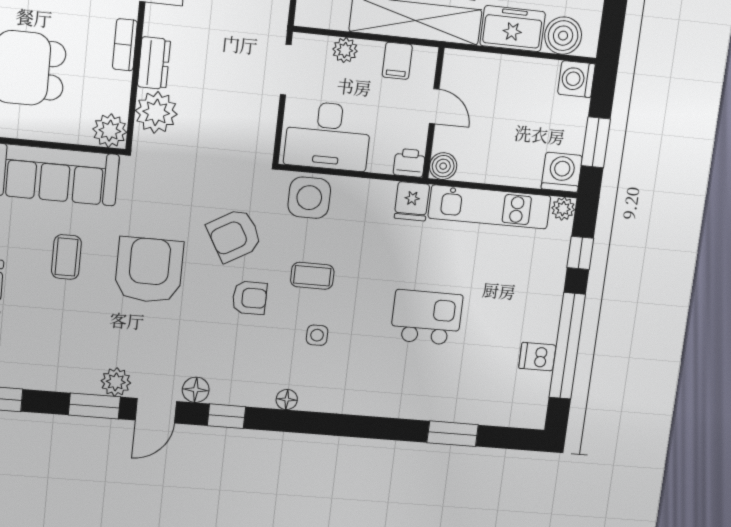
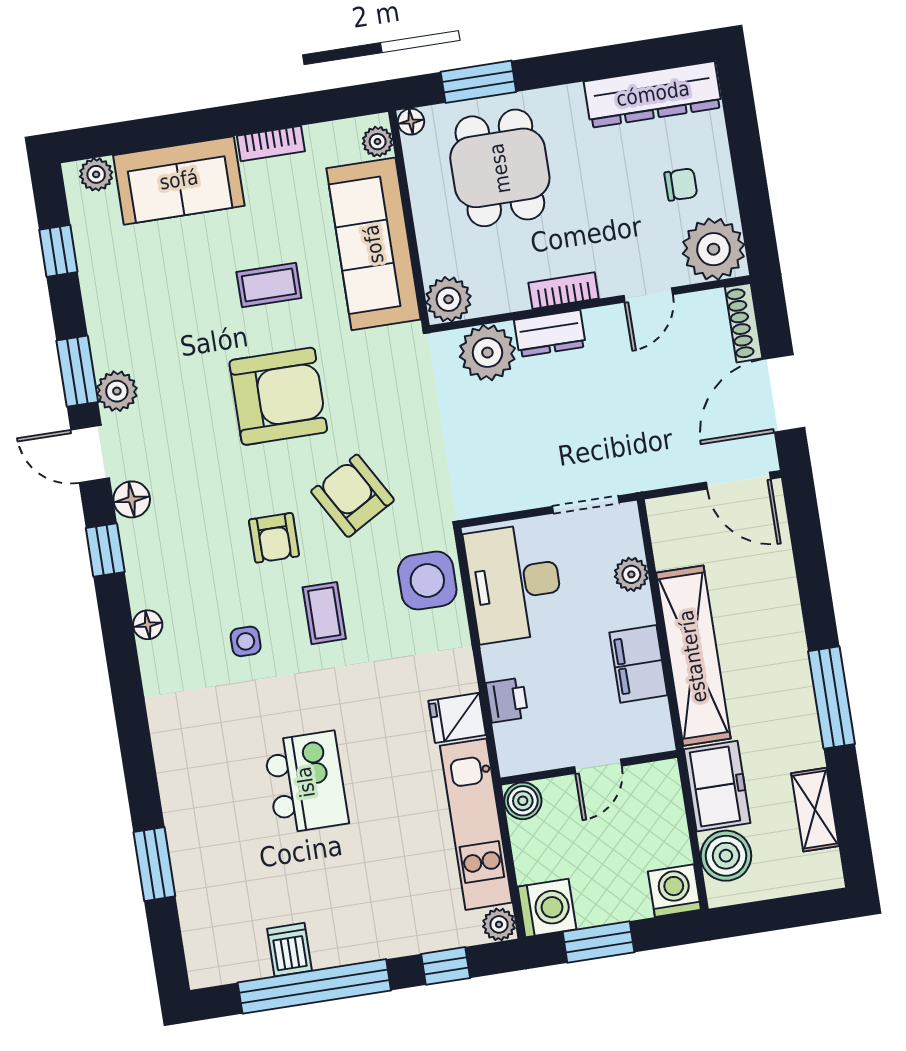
filing cabinet: (397, 61) -> (638, 664), width x2.00
door: (434, 106) -> (598, 766), moved
wall: (433, 113) -> (589, 768), moved
boiler: (443, 166) -> (523, 801), moved

